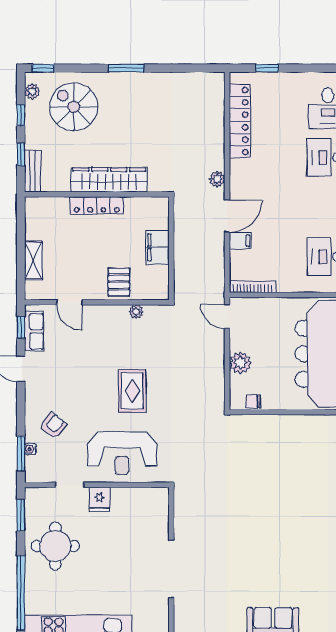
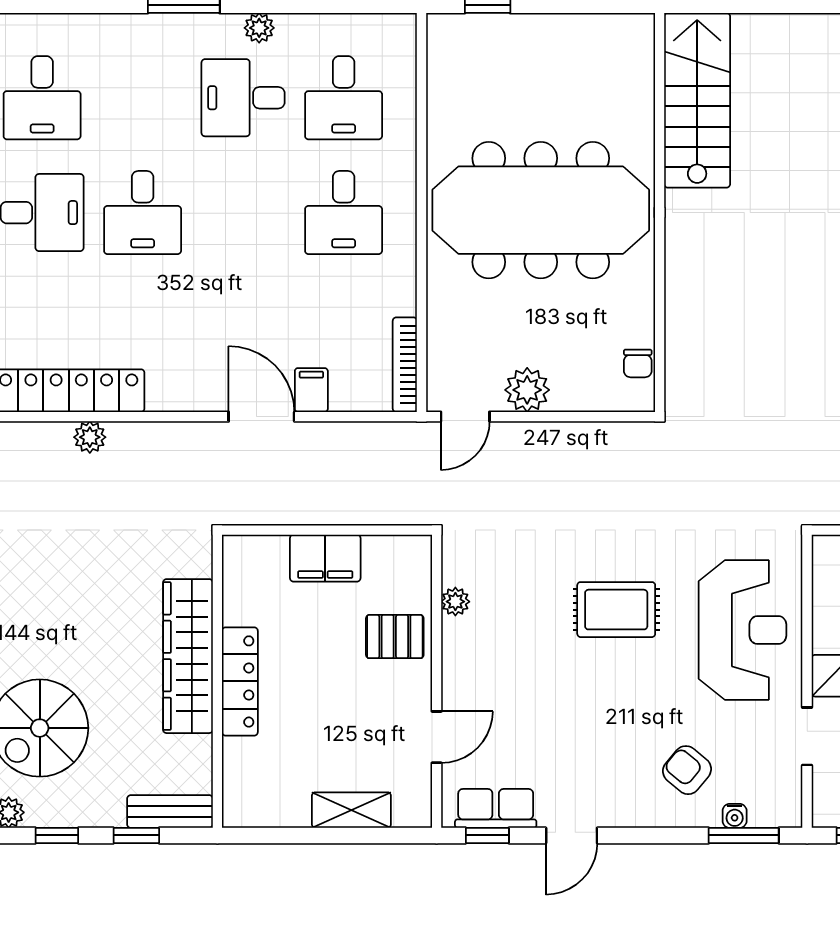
plant: (217, 179) -> (90, 437), moved
plant: (240, 363) -> (527, 390), moved

